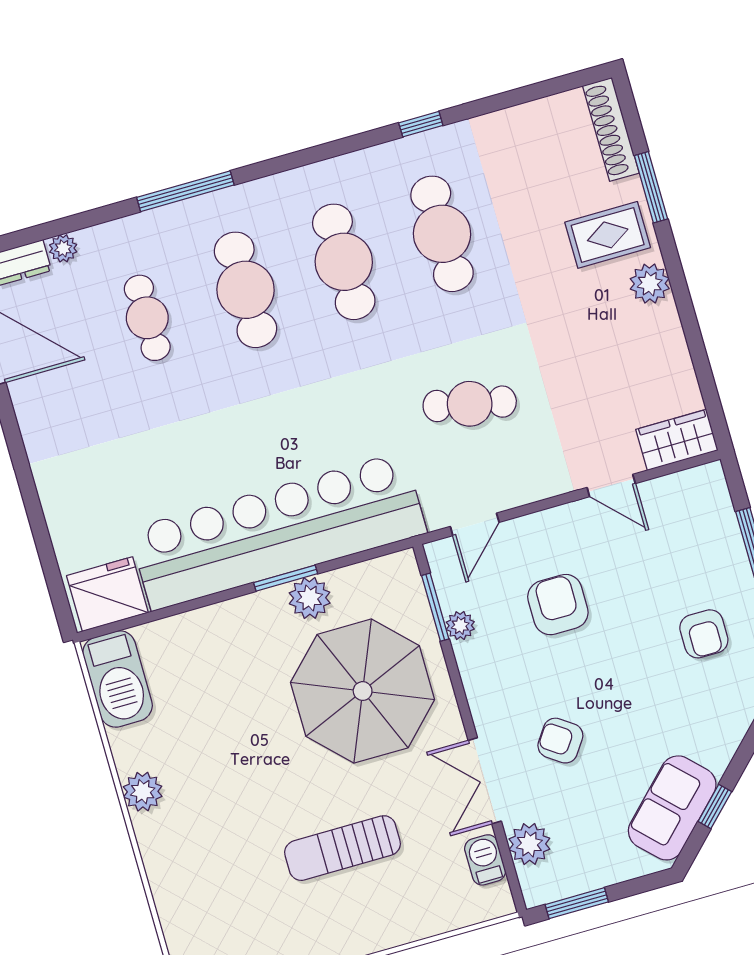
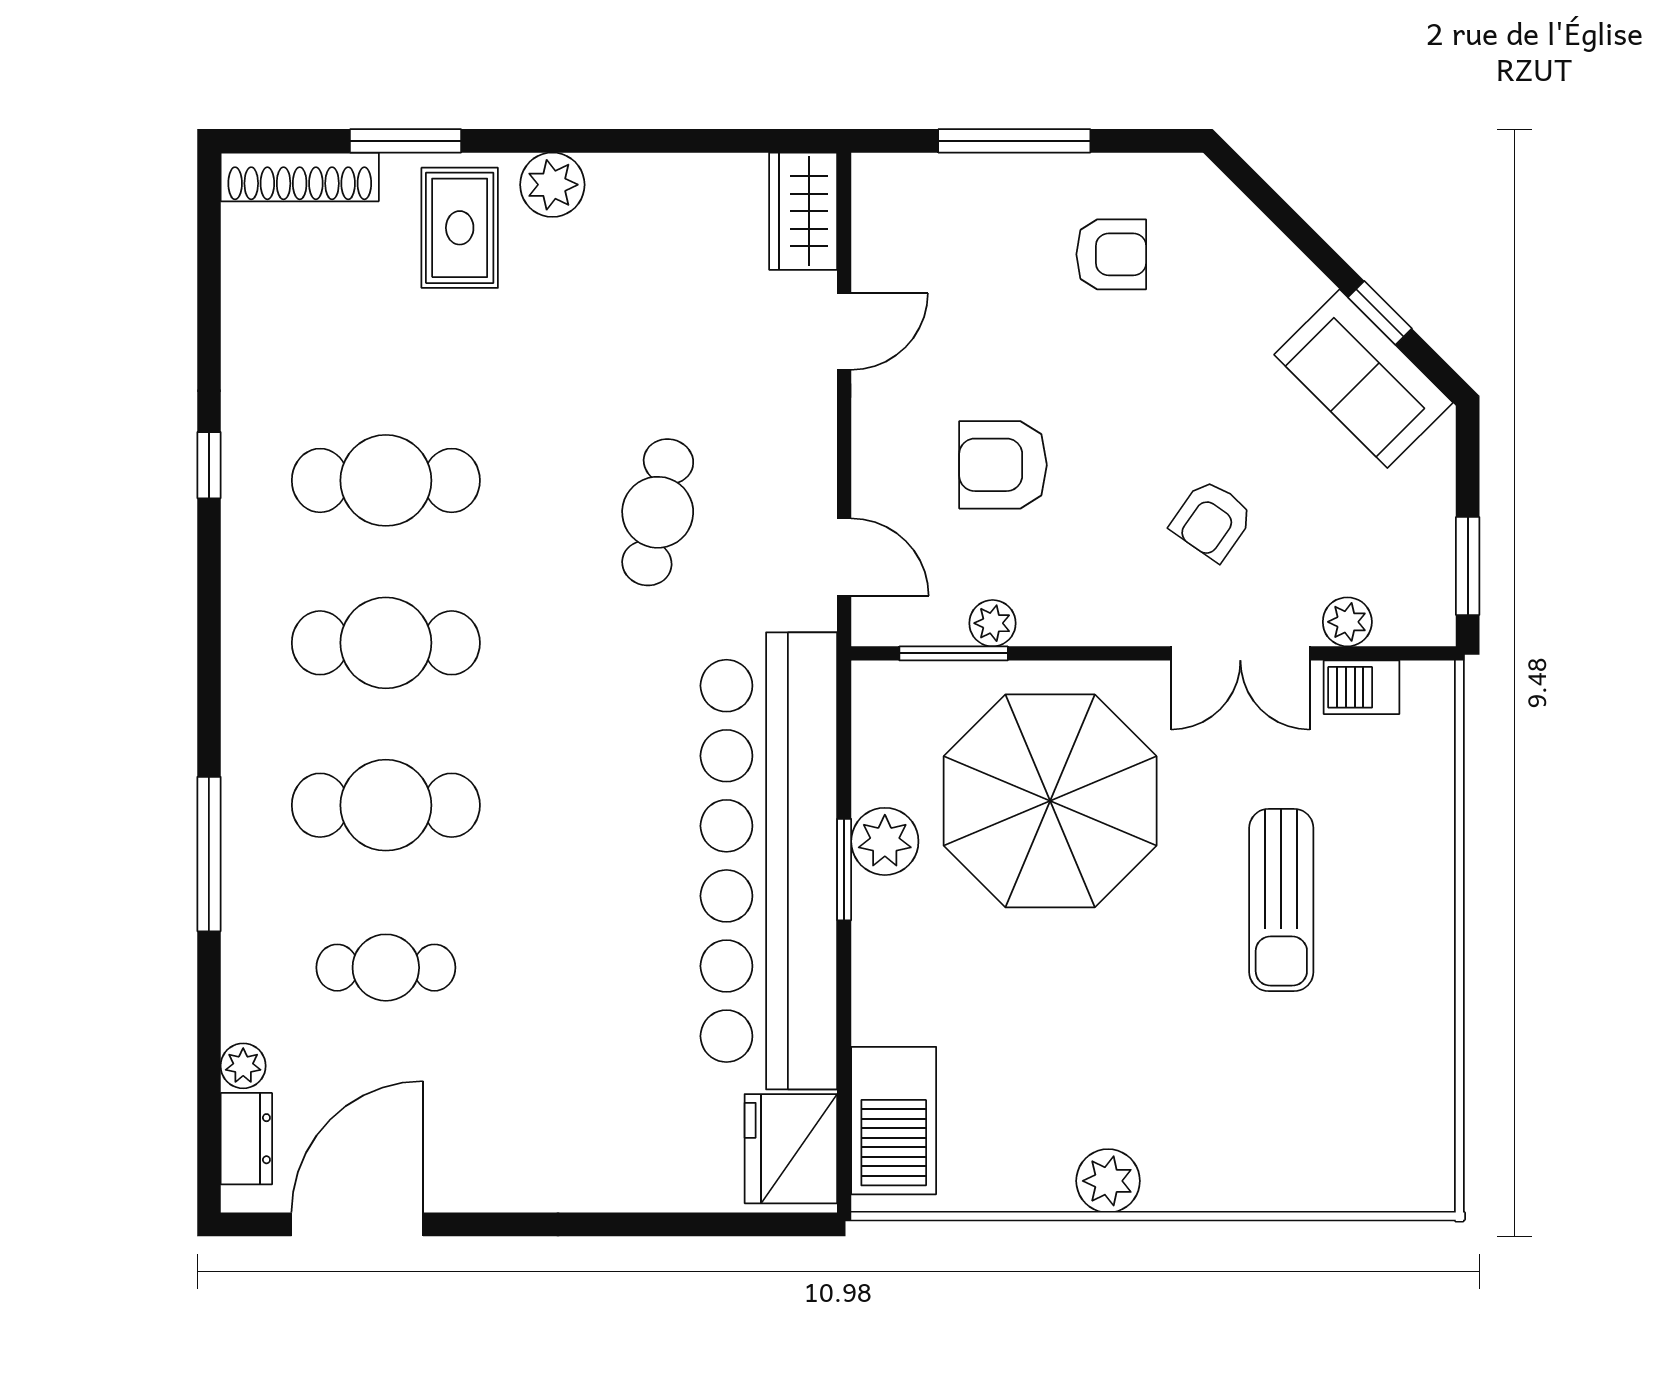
barbecue: (118, 679) -> (894, 1121), moved, turned 90
plant: (529, 844) -> (1347, 622), width x0.73, depth x0.73

